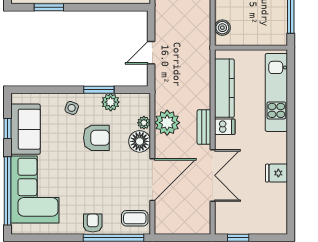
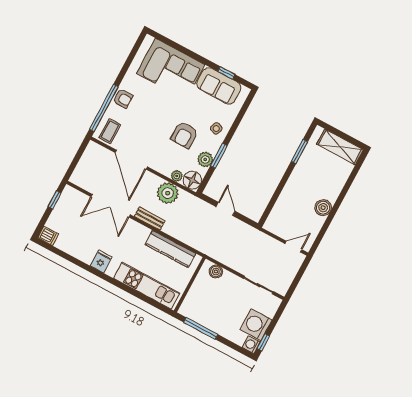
dishwasher: (225, 127) -> (48, 236), moved, turned -90
floor lamp: (140, 141) -> (192, 180), moved
fridge: (277, 173) -> (101, 261), moved
window: (8, 191) -> (180, 48), removed

